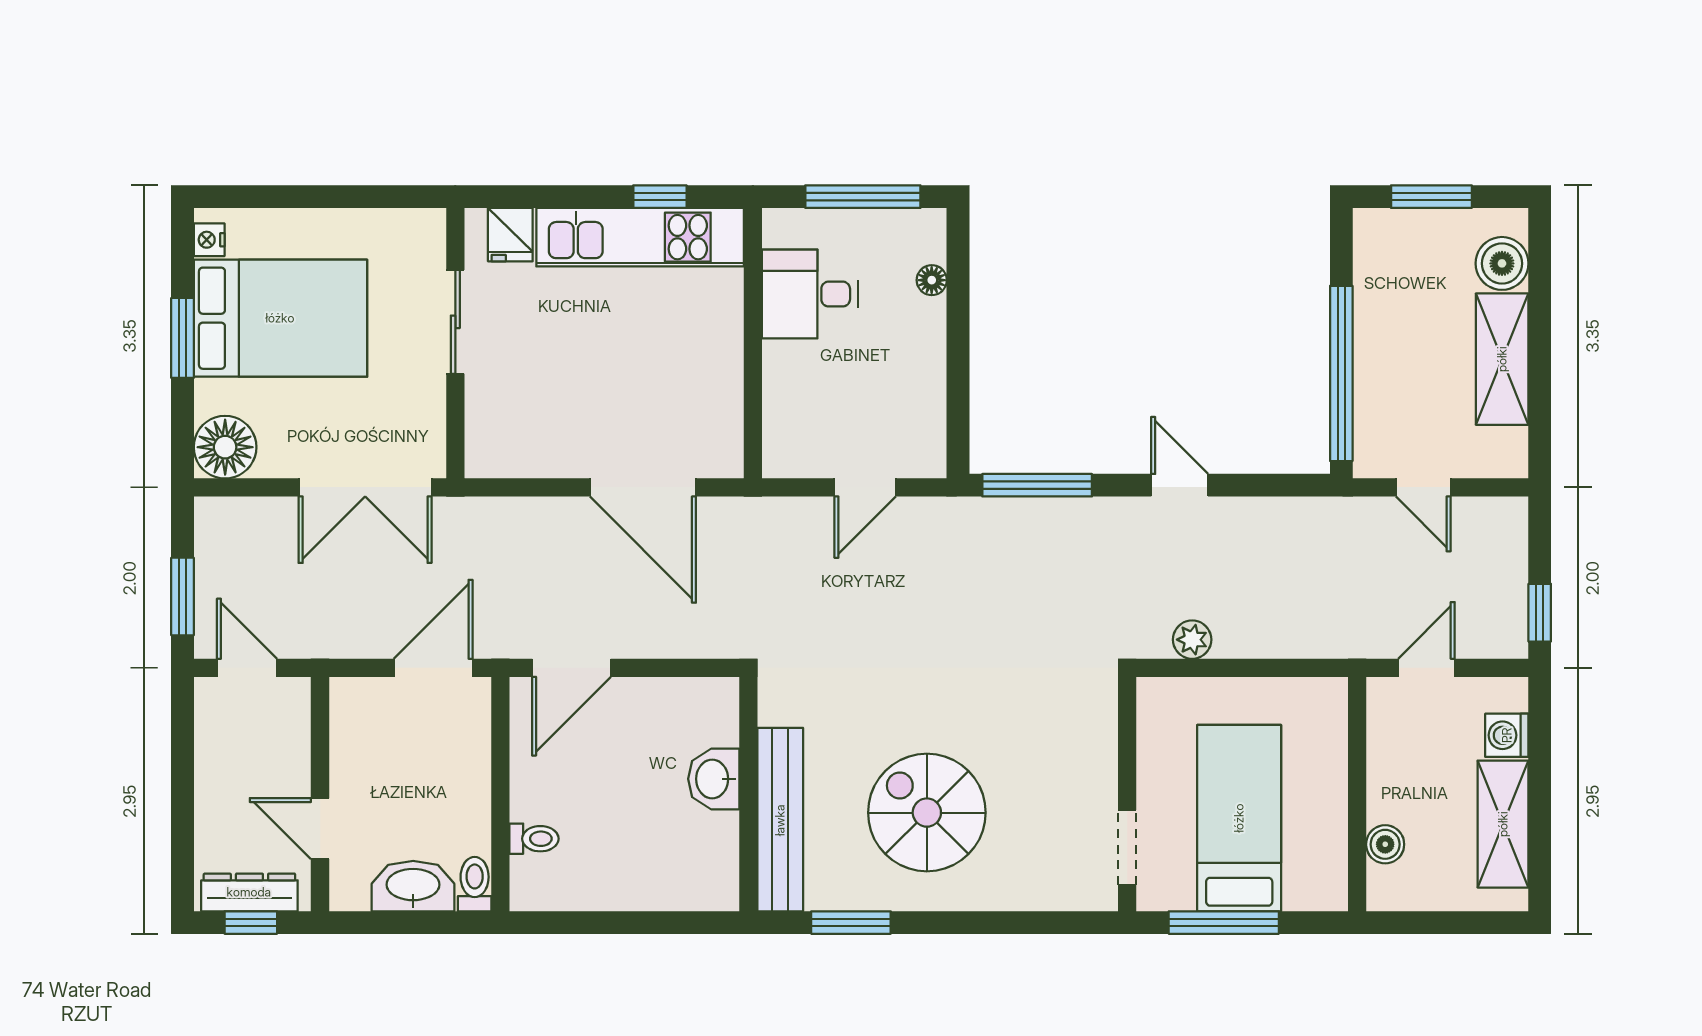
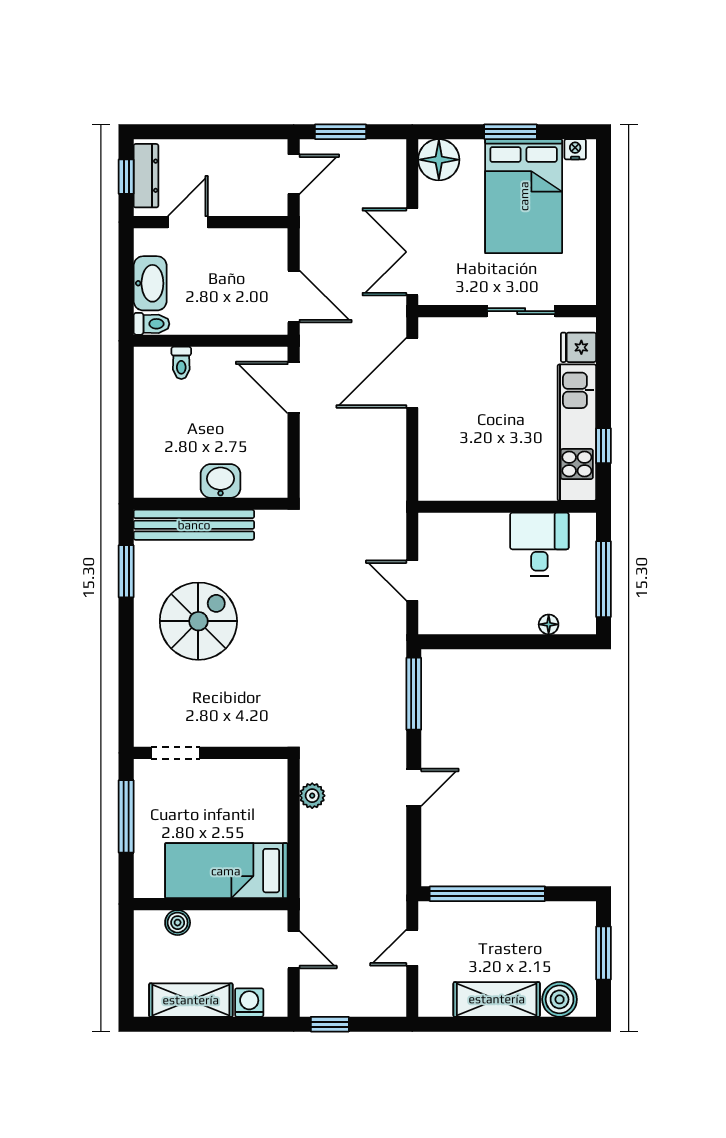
door: (643, 487) -> (412, 373), moved
bed: (1239, 818) -> (226, 871), moved, turned 180

